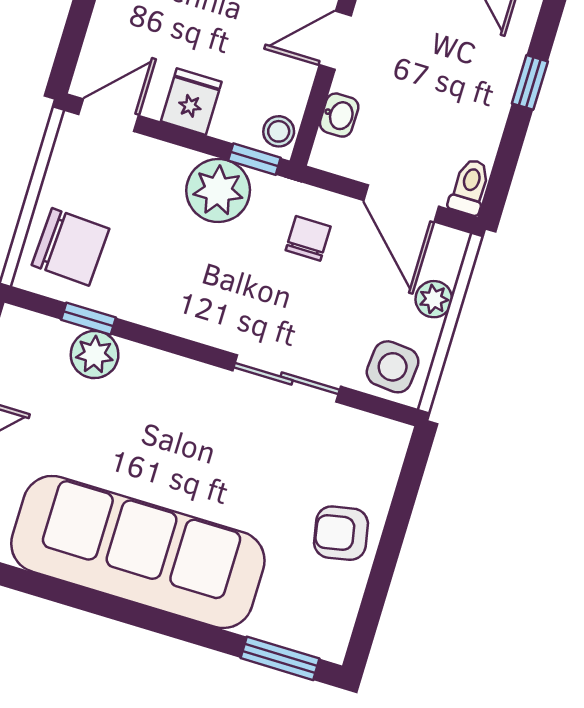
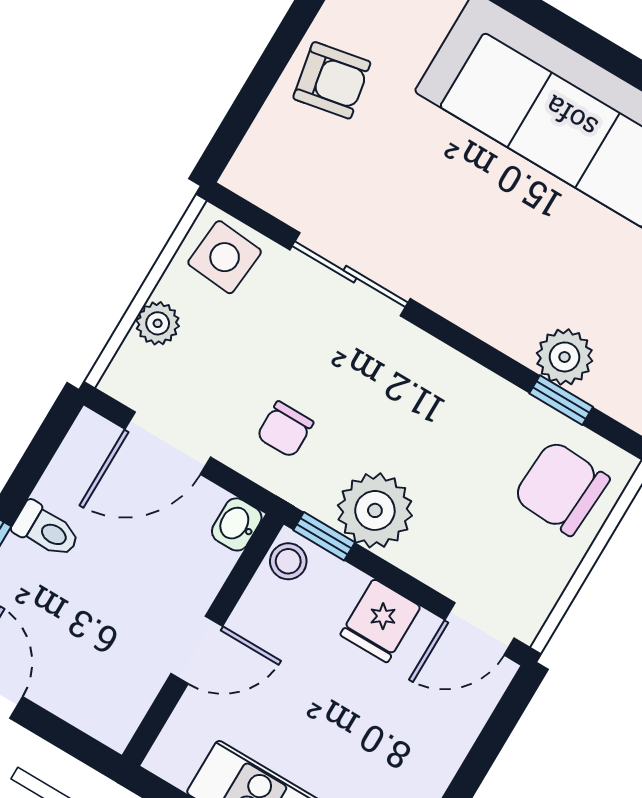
washbasin: (339, 115) -> (237, 524), moved
toilet: (470, 187) -> (46, 530), moved, turned -90
door: (401, 203) -> (168, 443), swing flipped

